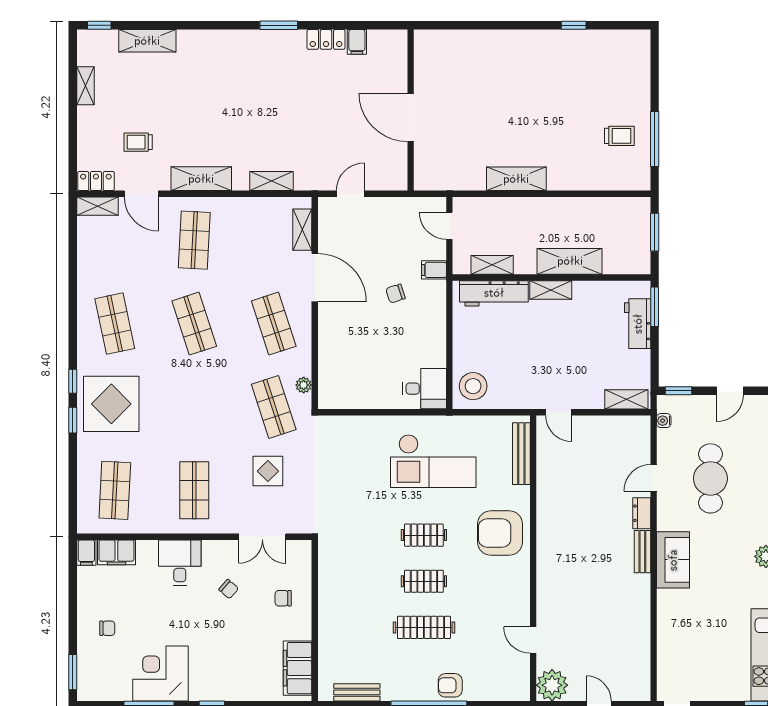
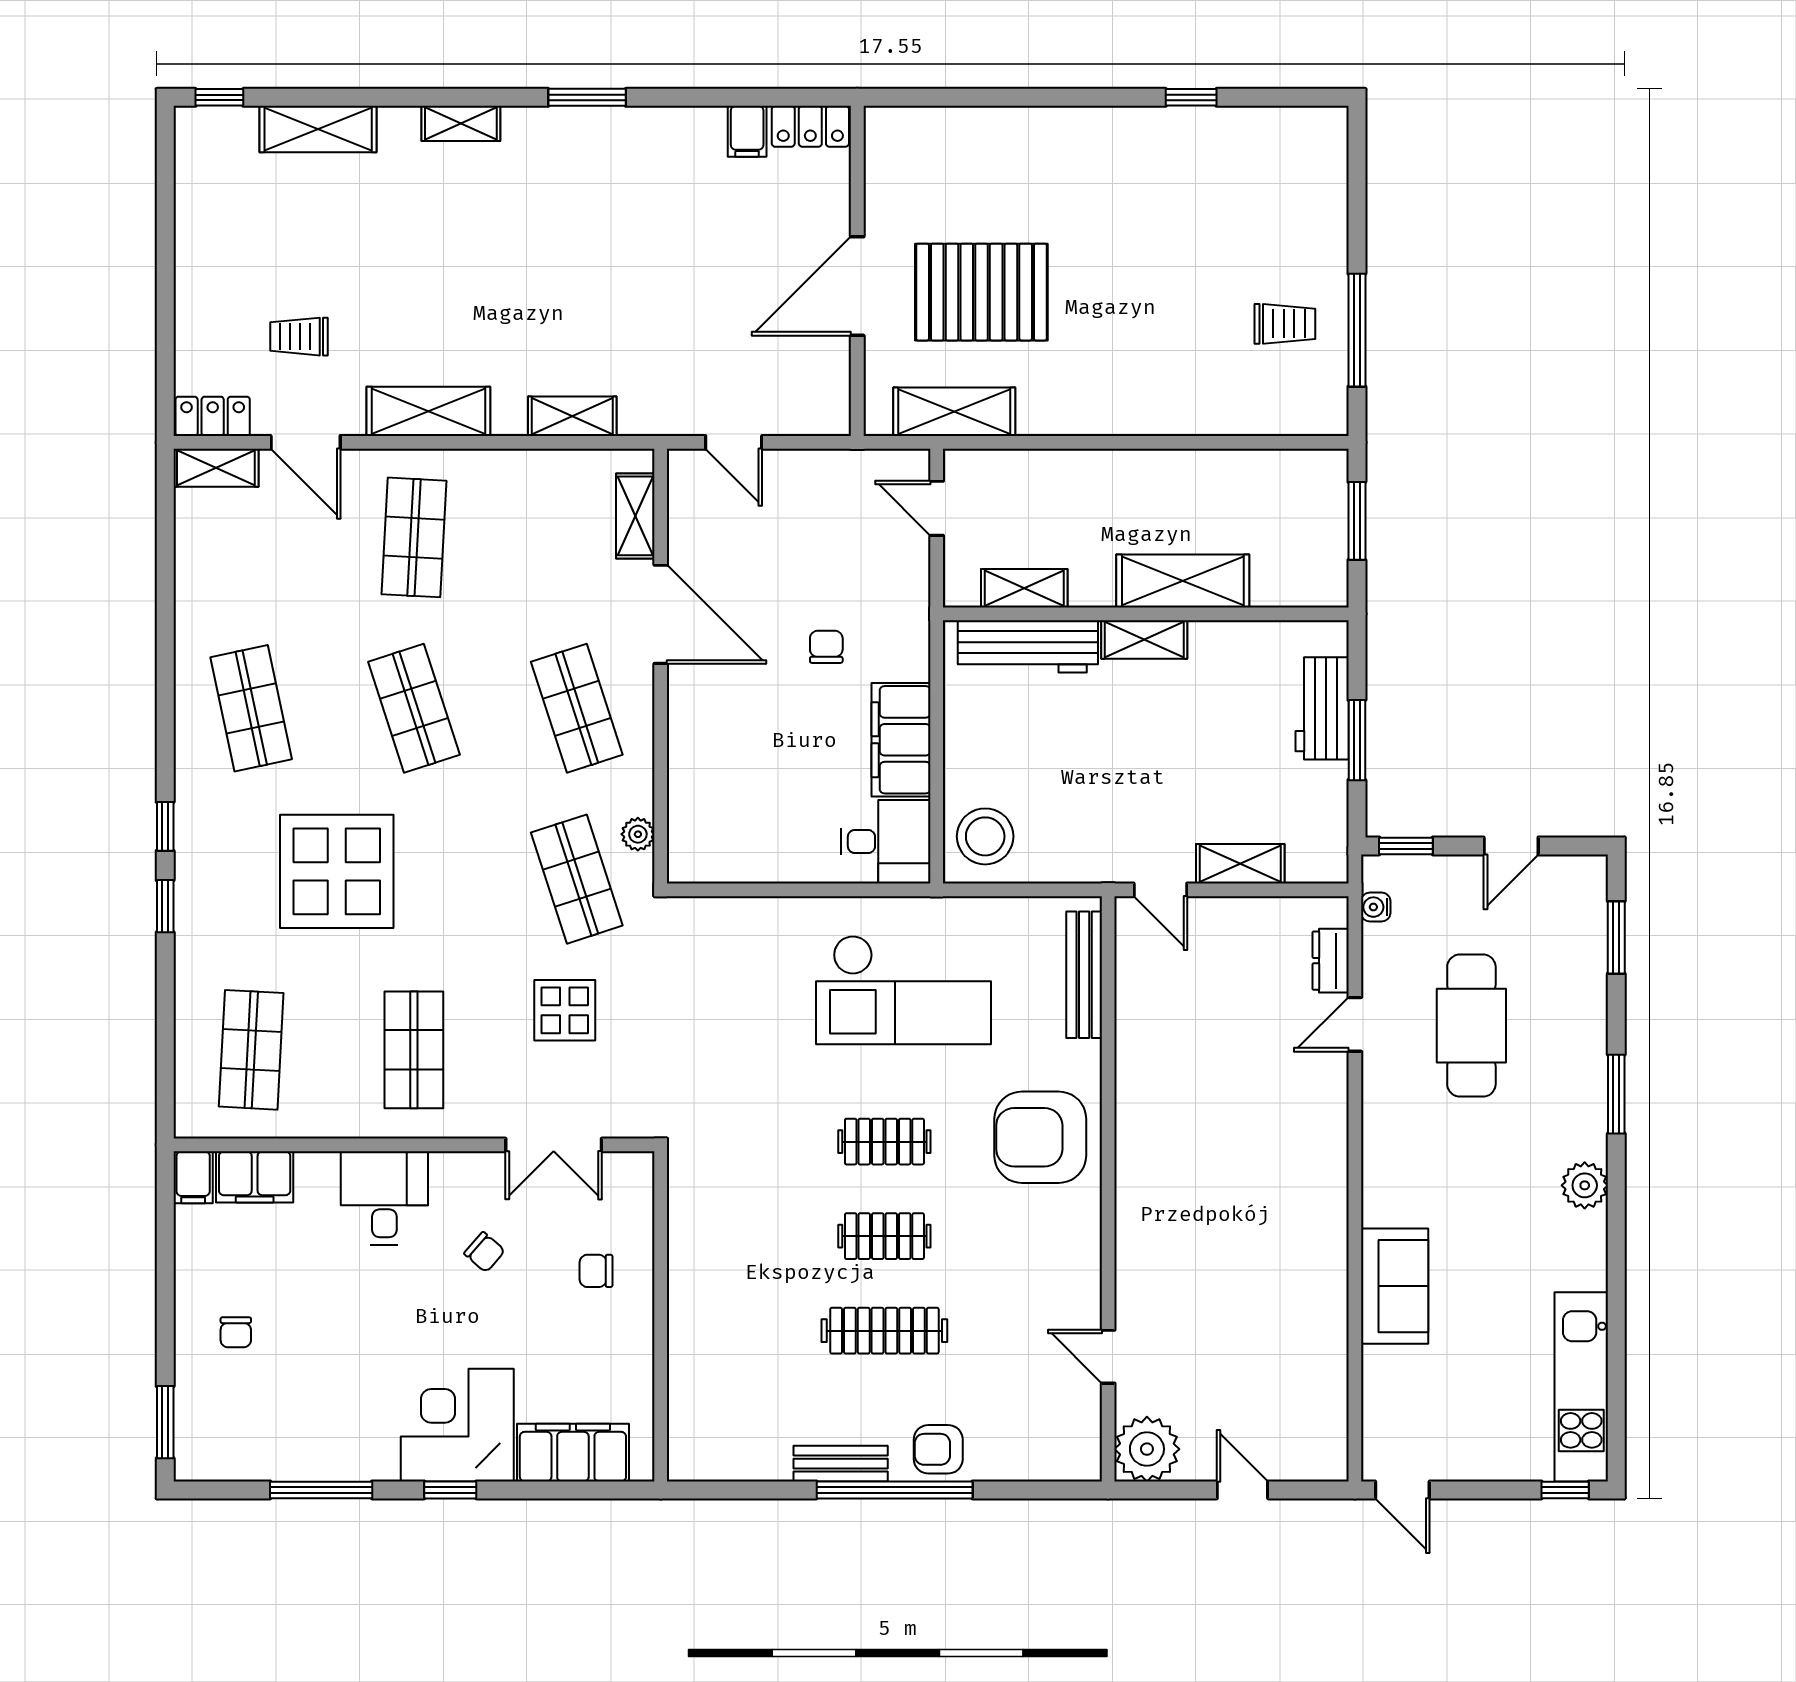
locker: (326, 39) -> (810, 126), moved
shelving: (85, 86) -> (461, 123), moved, turned 90
door: (411, 117) -> (857, 286), hinge flipped
pallet: (471, 120) -> (981, 292), added
shelving: (516, 179) -> (954, 412), moved
door: (350, 194) -> (734, 442), swing flipped
filing cabinet: (434, 270) -> (901, 740), moved, width x3.00, depth x1.17
chair: (396, 294) -> (826, 647), turned 108
window: (655, 307) -> (1357, 740), moved
shelving: (626, 399) -> (1240, 864), moved
display table: (111, 404) -> (337, 871), moved
dresser: (642, 513) -> (1331, 961), moved
bench: (642, 552) -> (1332, 1176), removed
sofa: (673, 560) -> (1395, 1286), moved
chair: (107, 628) -> (236, 1332), turned 90
filing cabinet: (297, 668) -> (573, 1453), moved, turned 90
corner desk: (161, 674) -> (457, 1425), moved
bench: (357, 692) -> (841, 1464), moved

